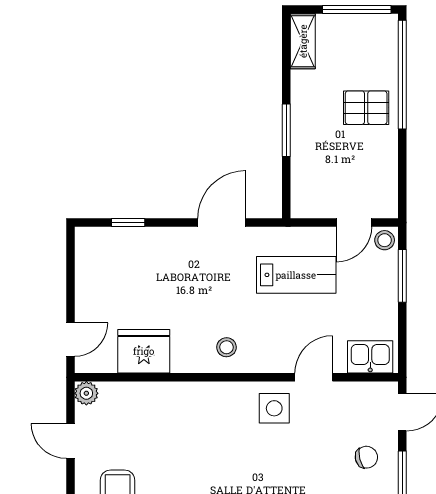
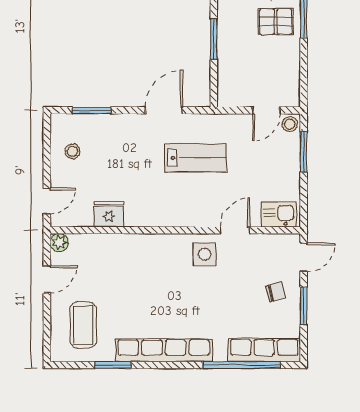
window: (128, 222) -> (91, 110), width x1.50
lab bench: (296, 275) -> (196, 158), moved
stool: (227, 347) -> (73, 151), moved
fridge: (144, 351) -> (109, 214), width x0.73, depth x0.75
door: (70, 441) -> (47, 279), swing flipped

